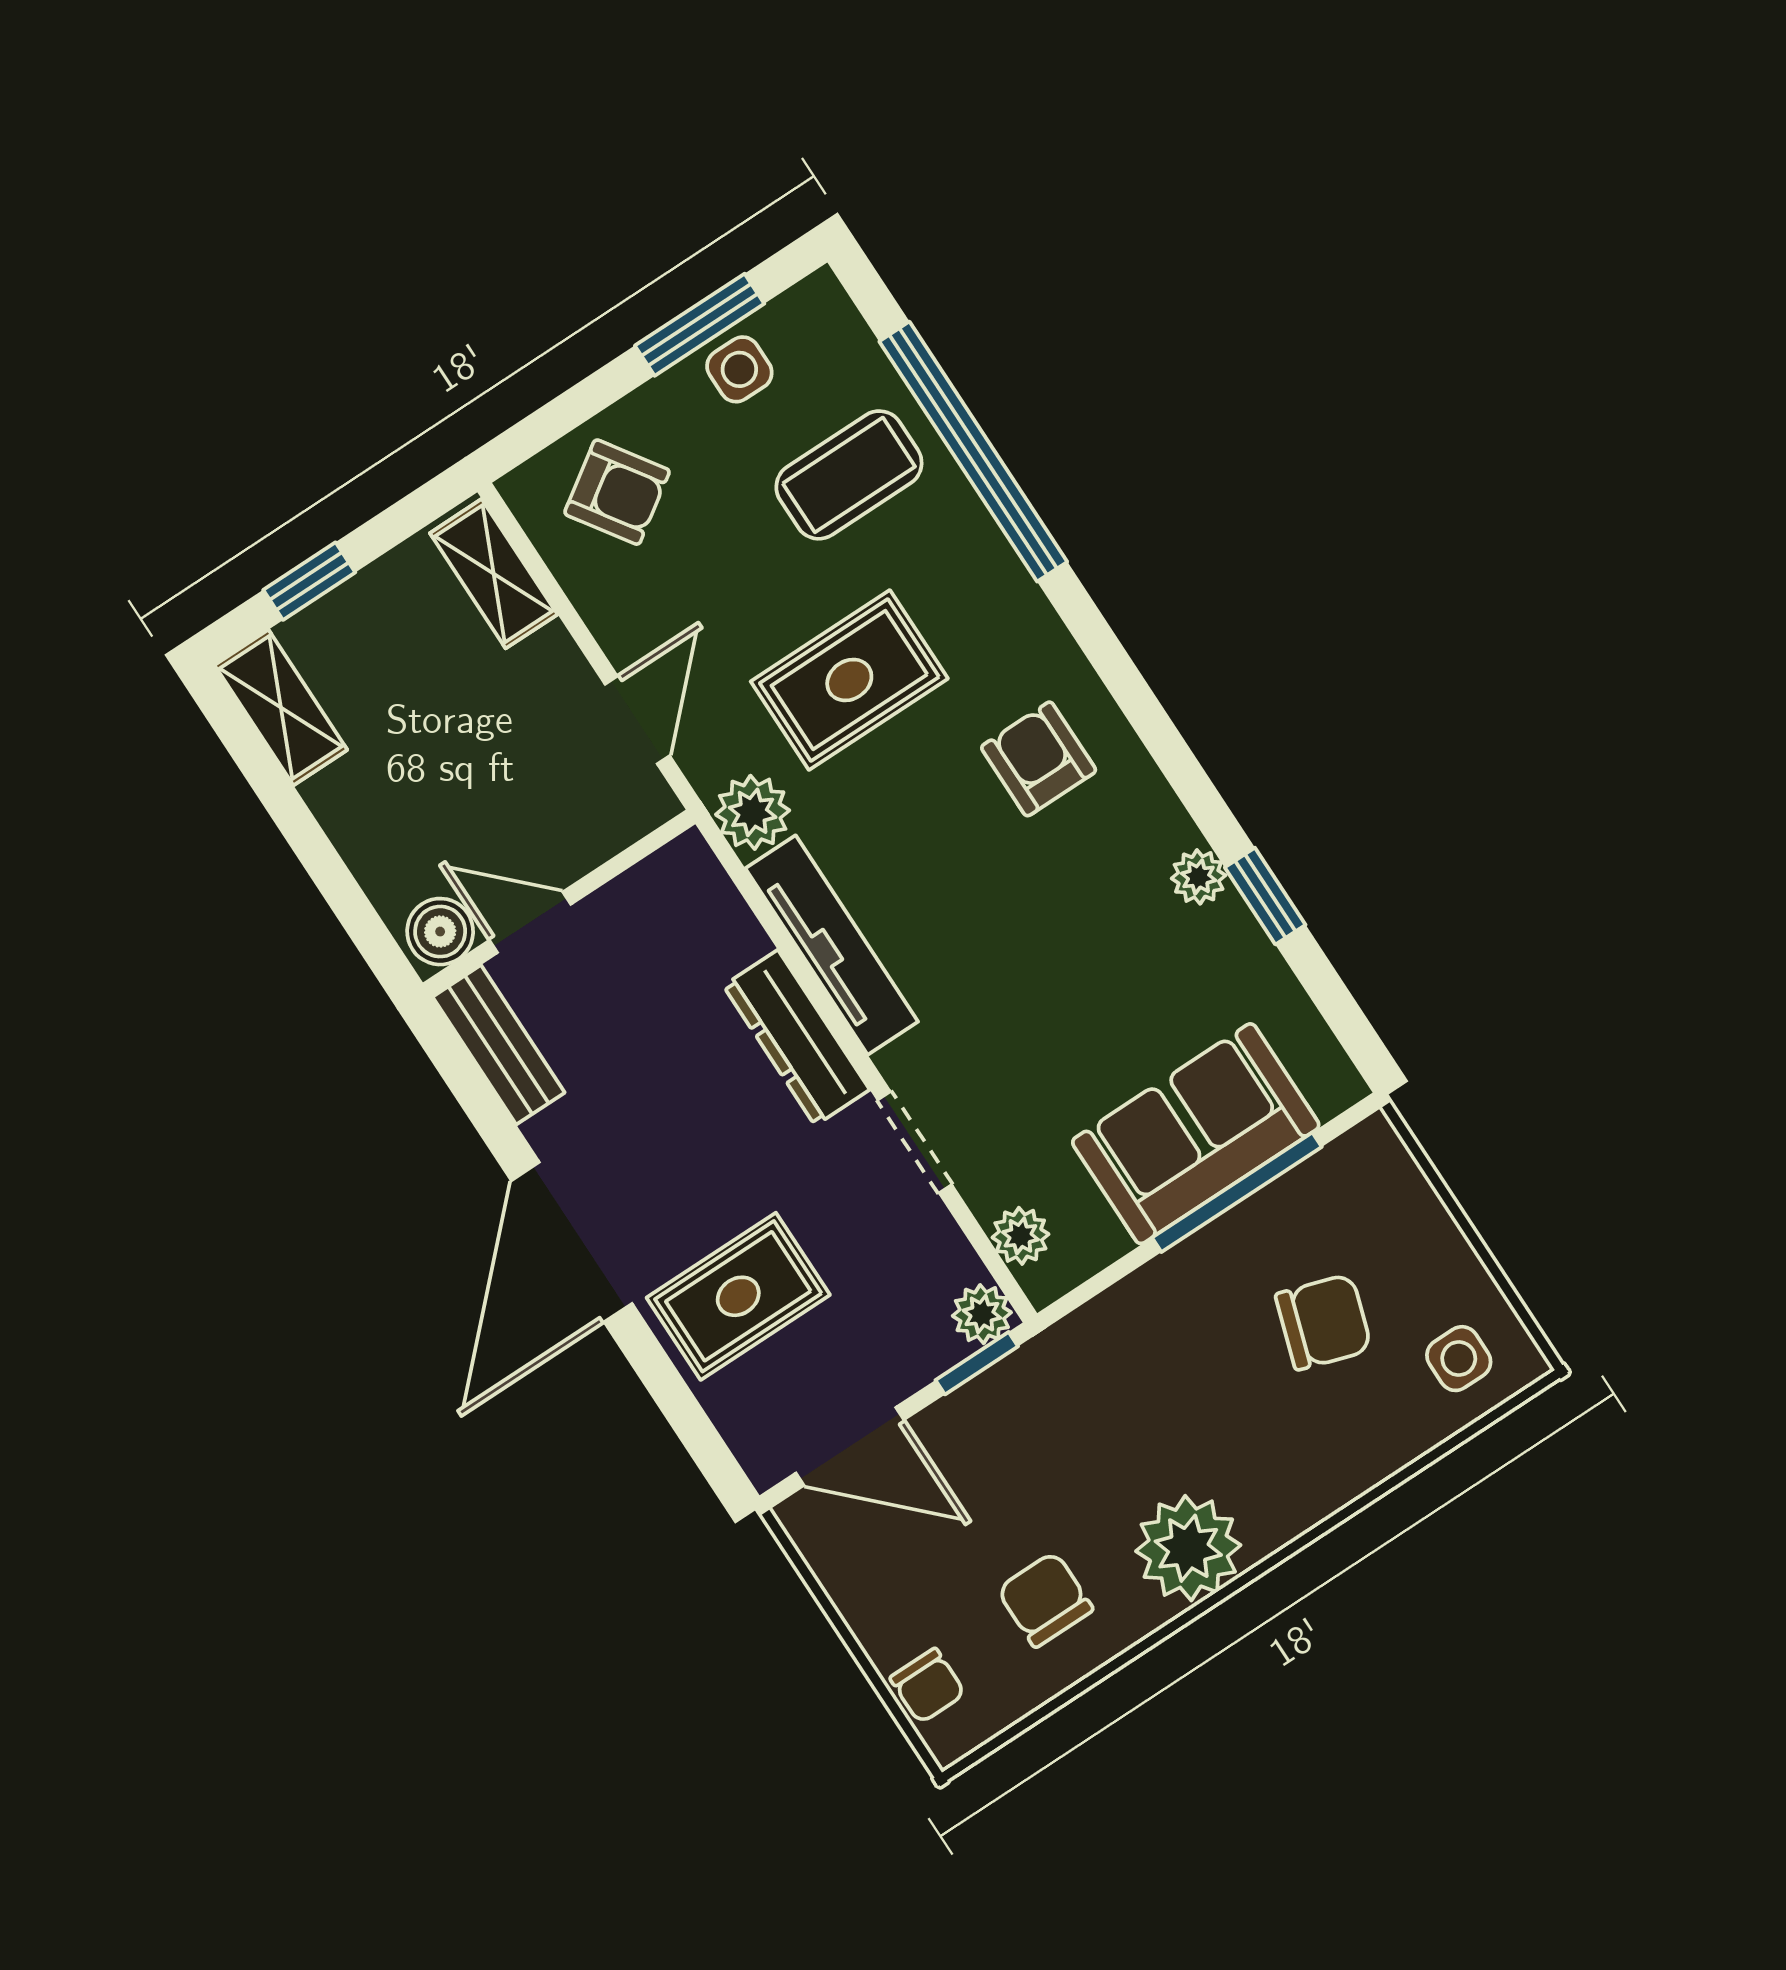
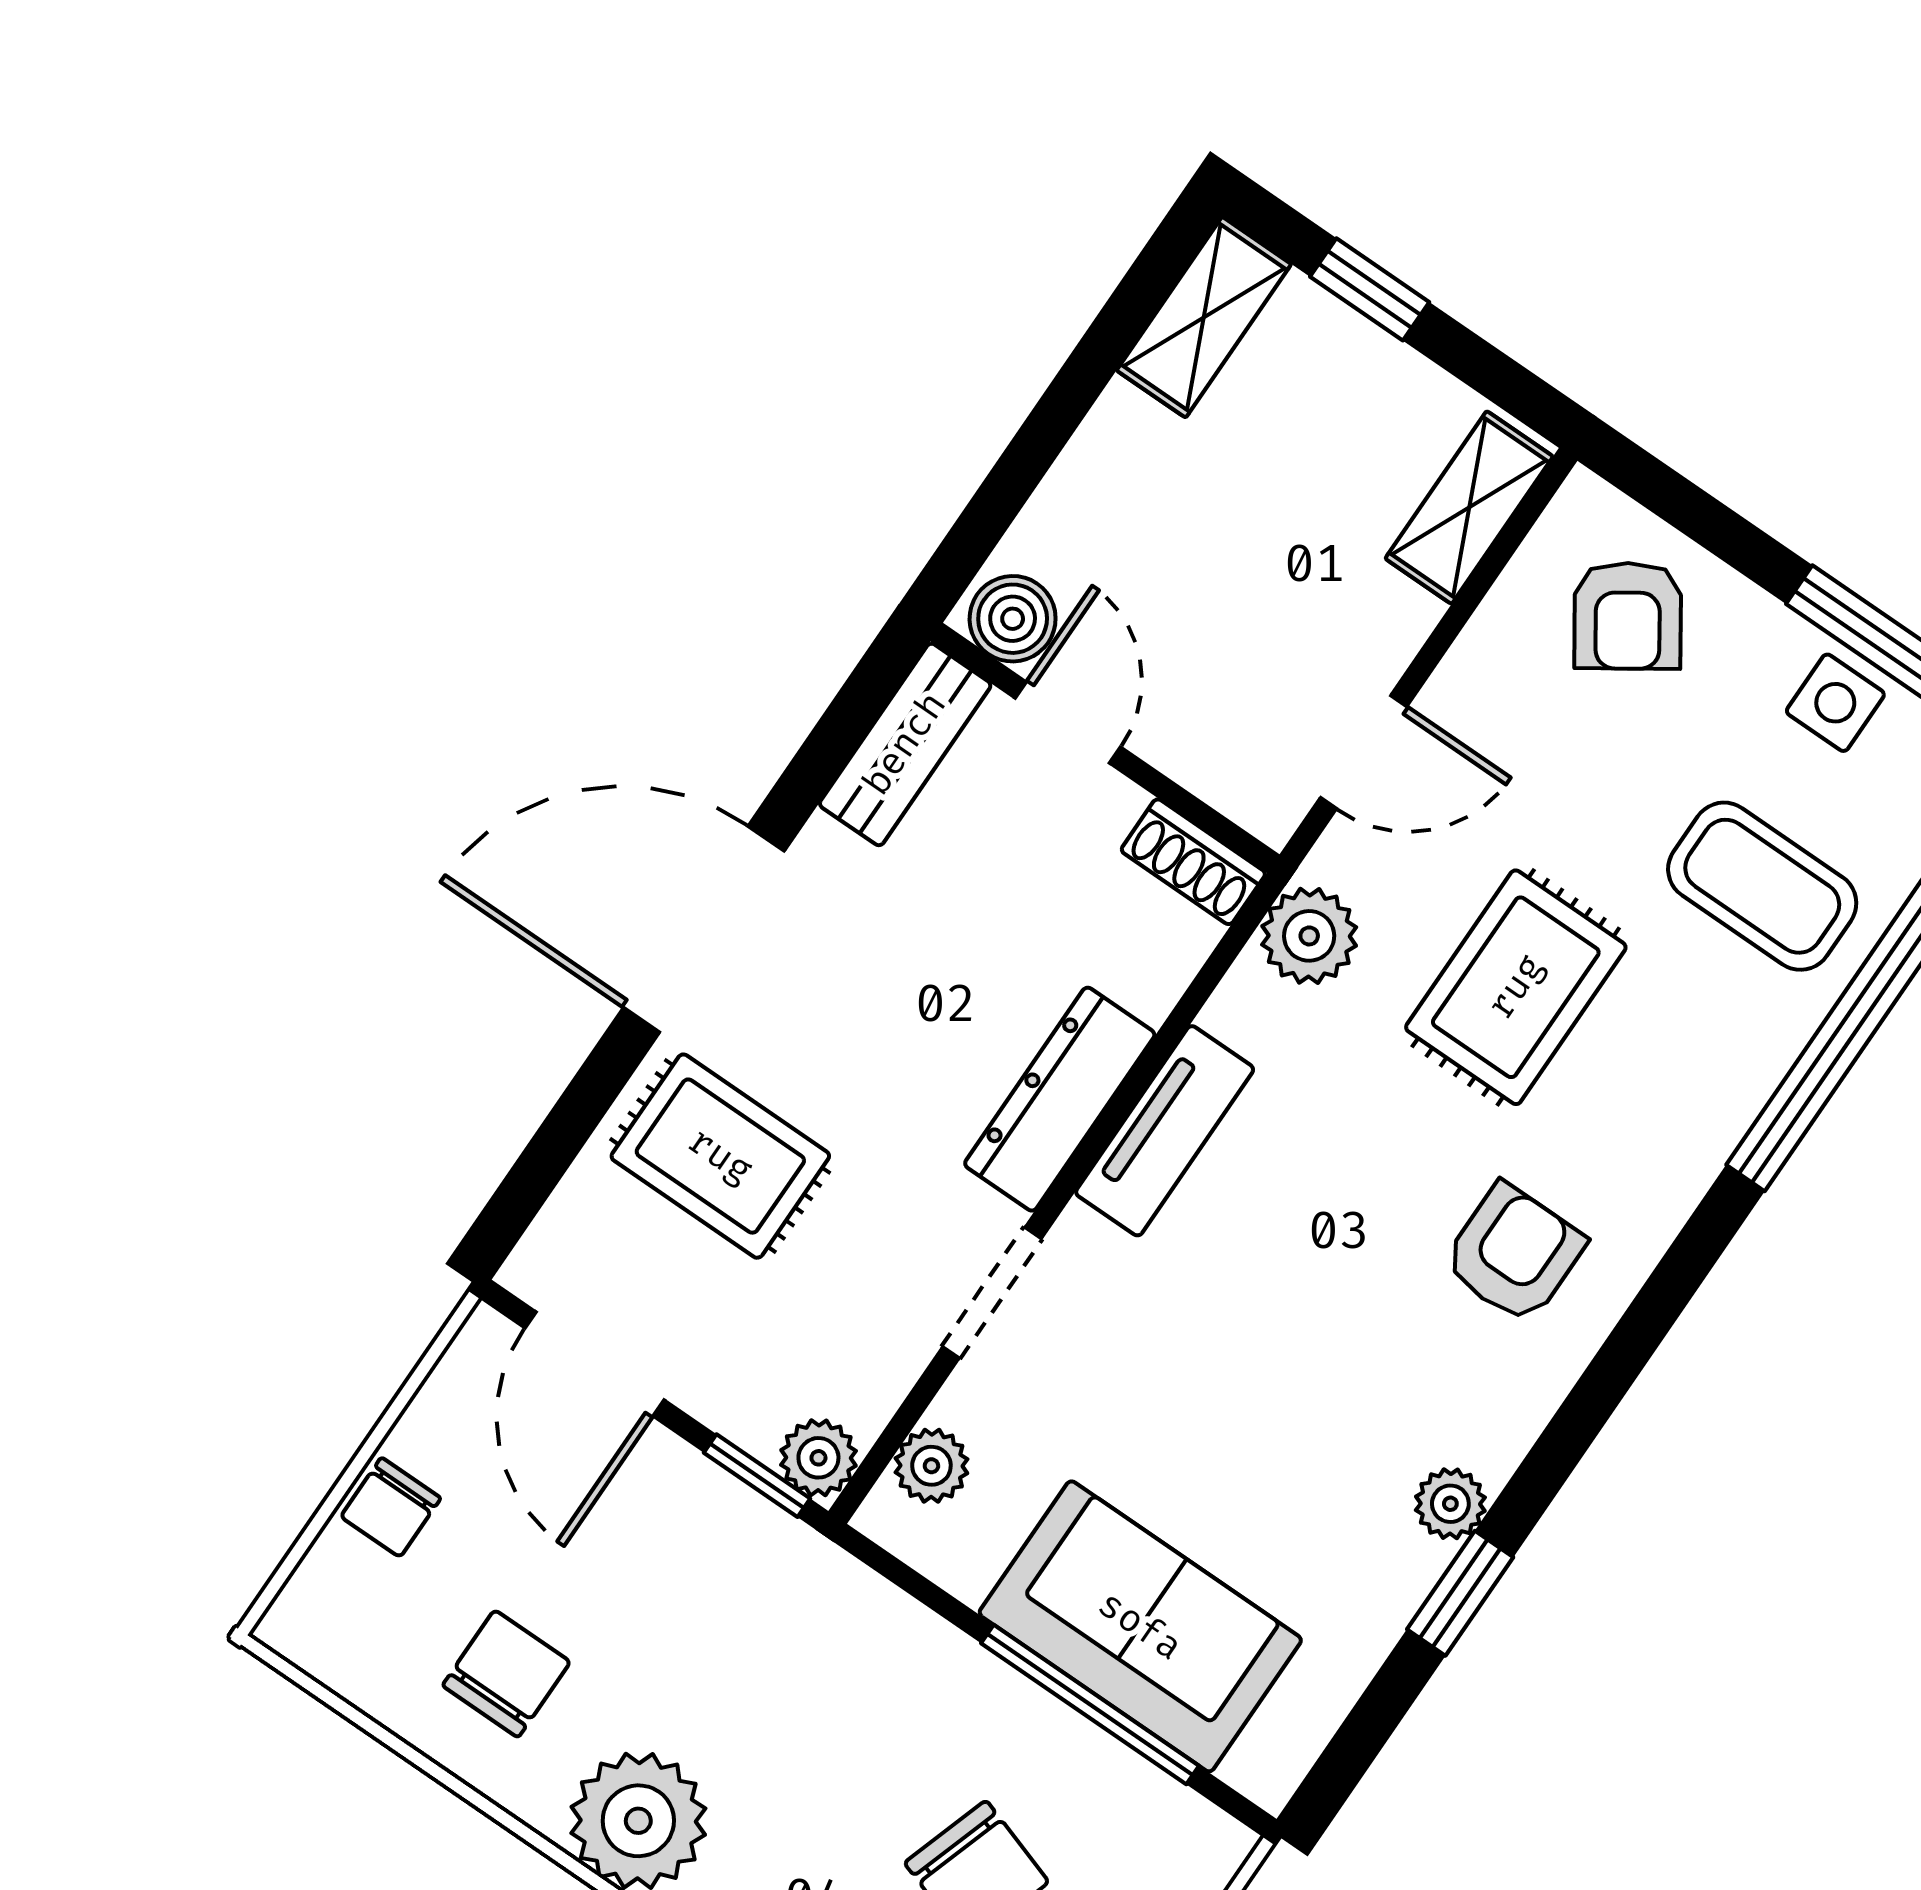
rug: (849, 680) -> (1516, 987), turned 90
shoe rack: (666, 873) -> (1193, 862), added
tv unit: (832, 945) -> (1165, 1131), width x0.71
chair: (928, 1686) -> (391, 1507), moved

